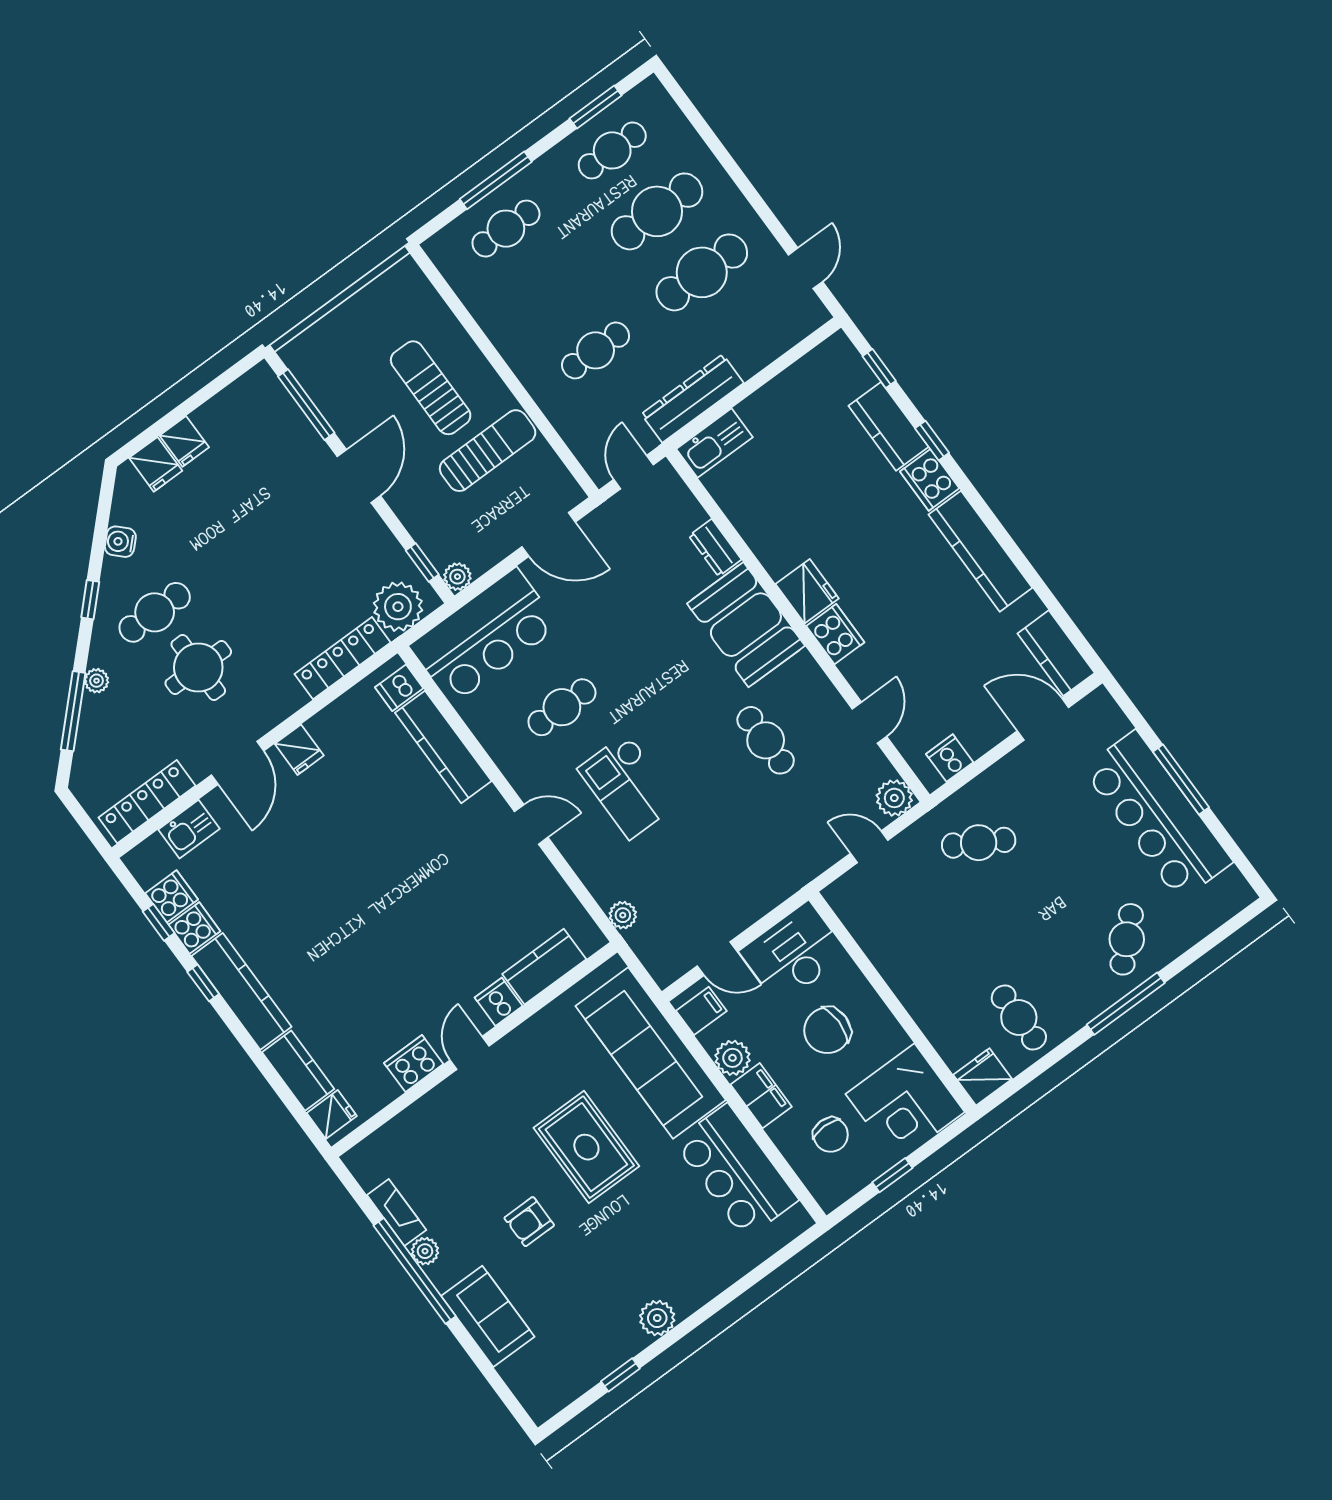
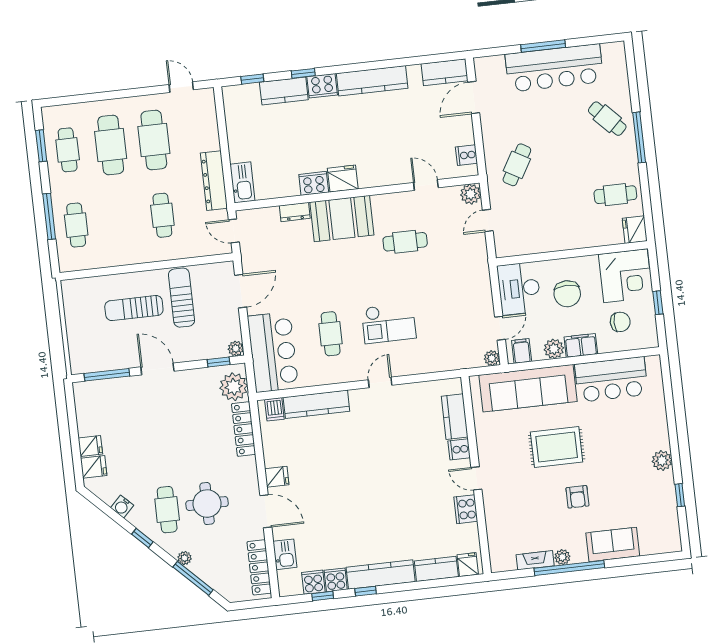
cooker: (835, 634) -> (314, 183), moved
plant: (623, 915) -> (492, 358), moved

